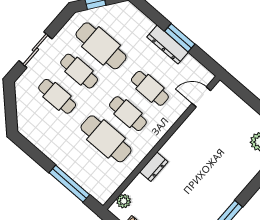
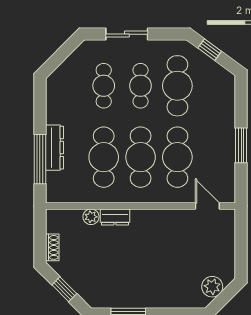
dresser: (168, 45) -> (55, 148), moved, turned 180
cafe table: (150, 88) -> (177, 157), width x1.37, depth x1.35
cafe table: (128, 114) -> (141, 157), width x1.37, depth x1.35
plant: (124, 201) -> (91, 217), moved

